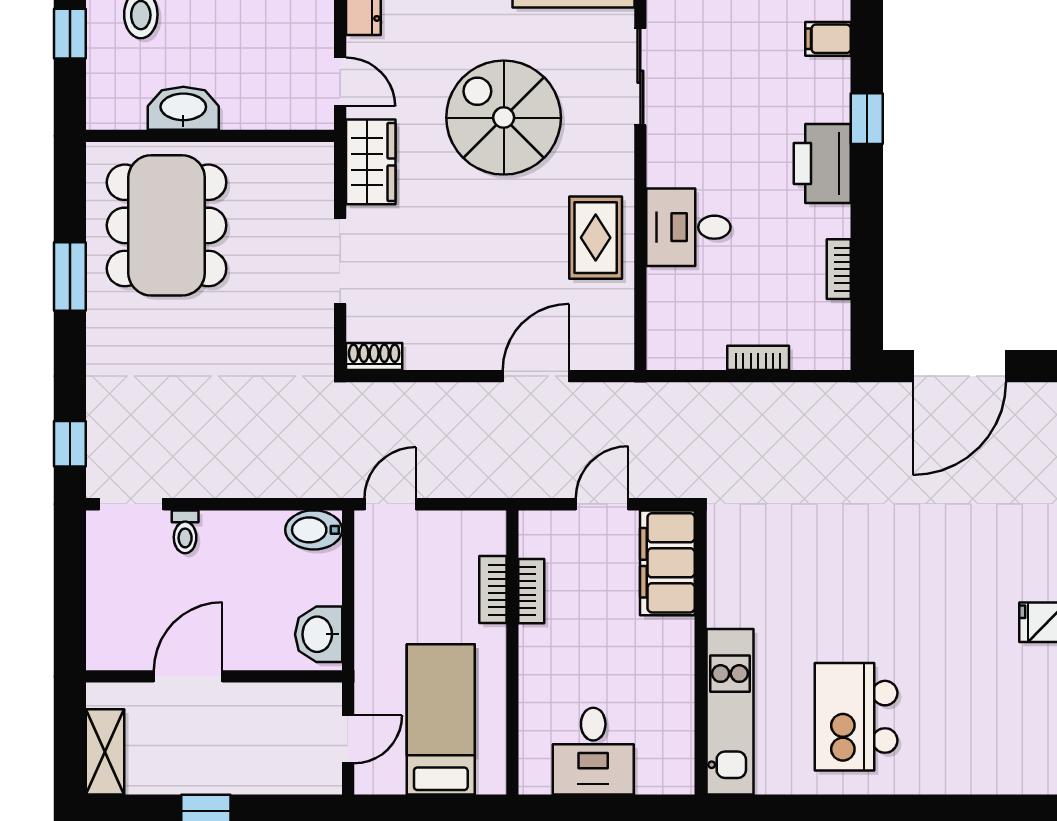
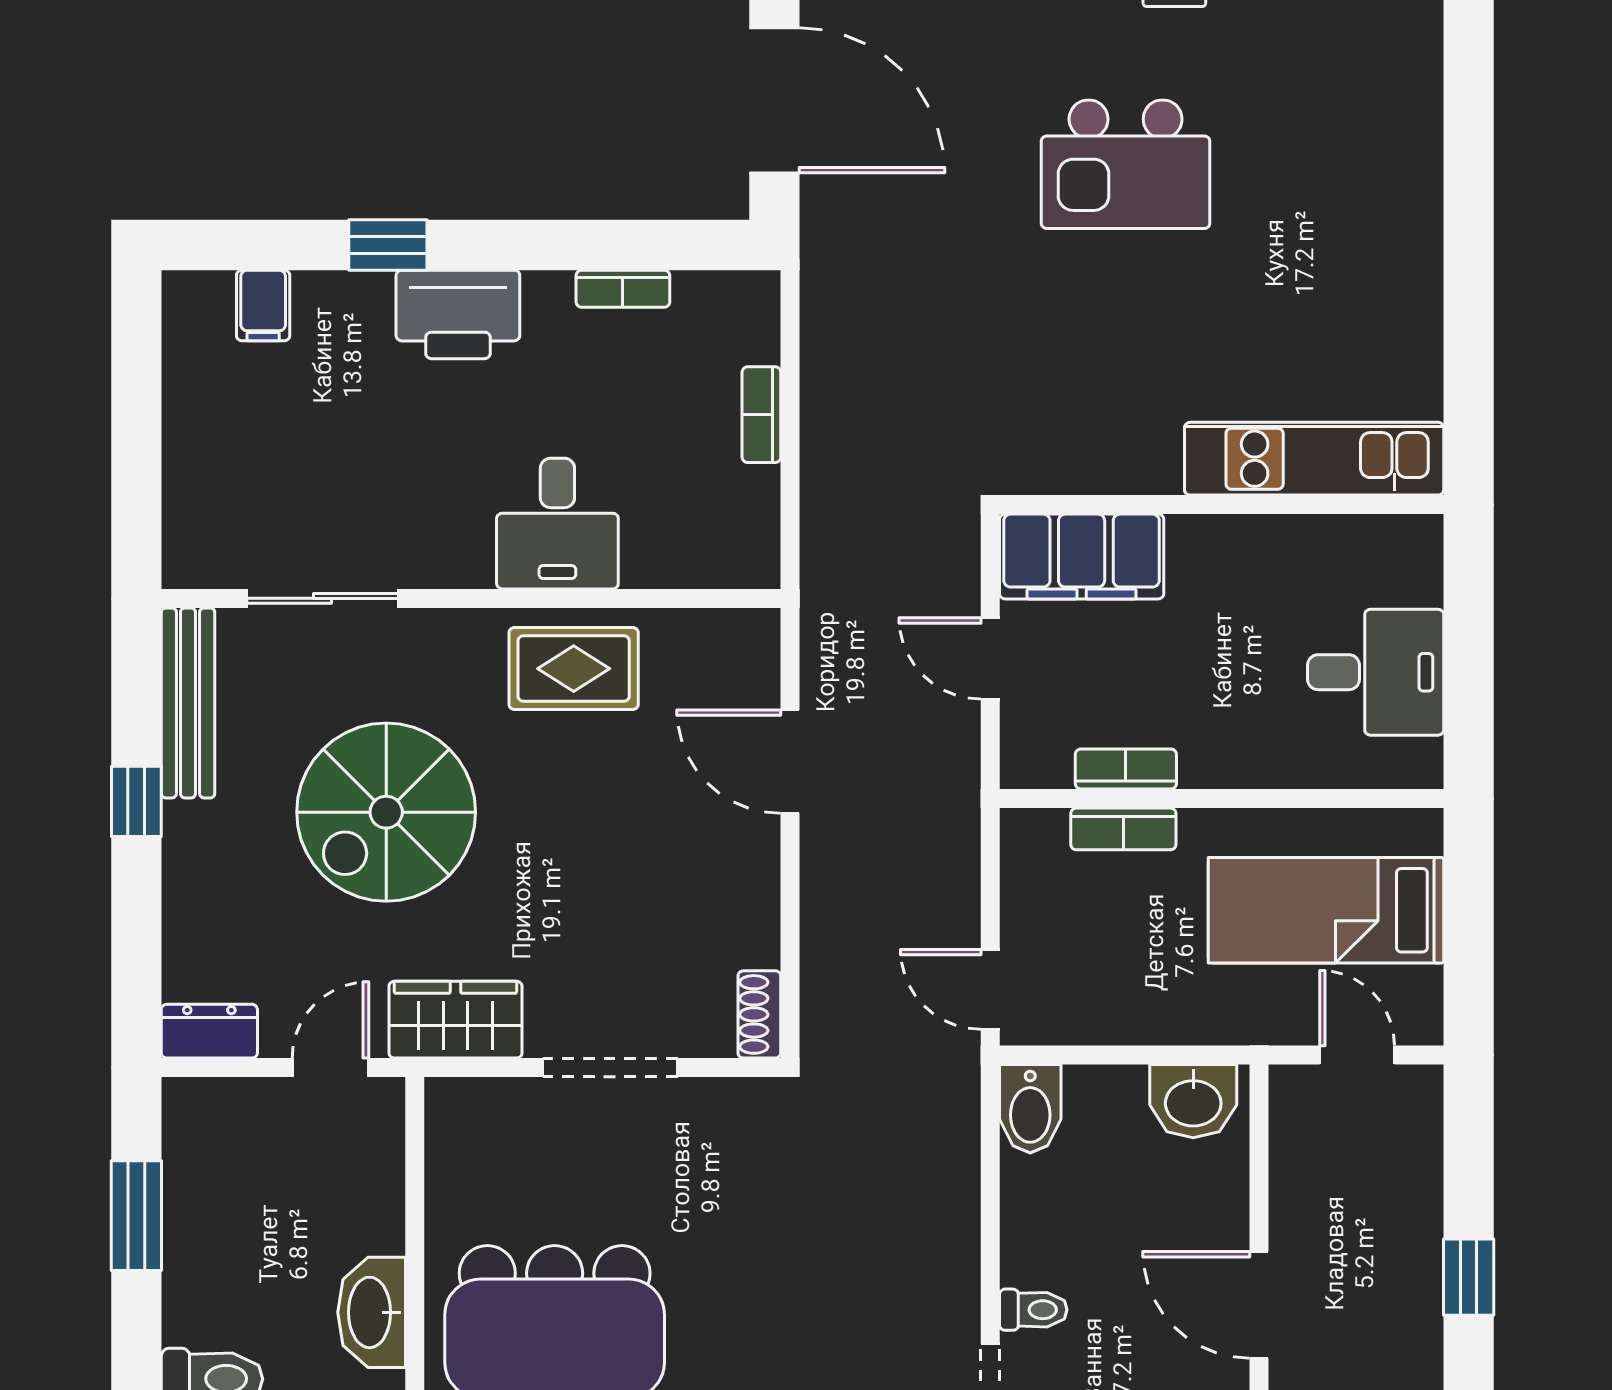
kitchen island: (856, 717) -> (1126, 164), moved

